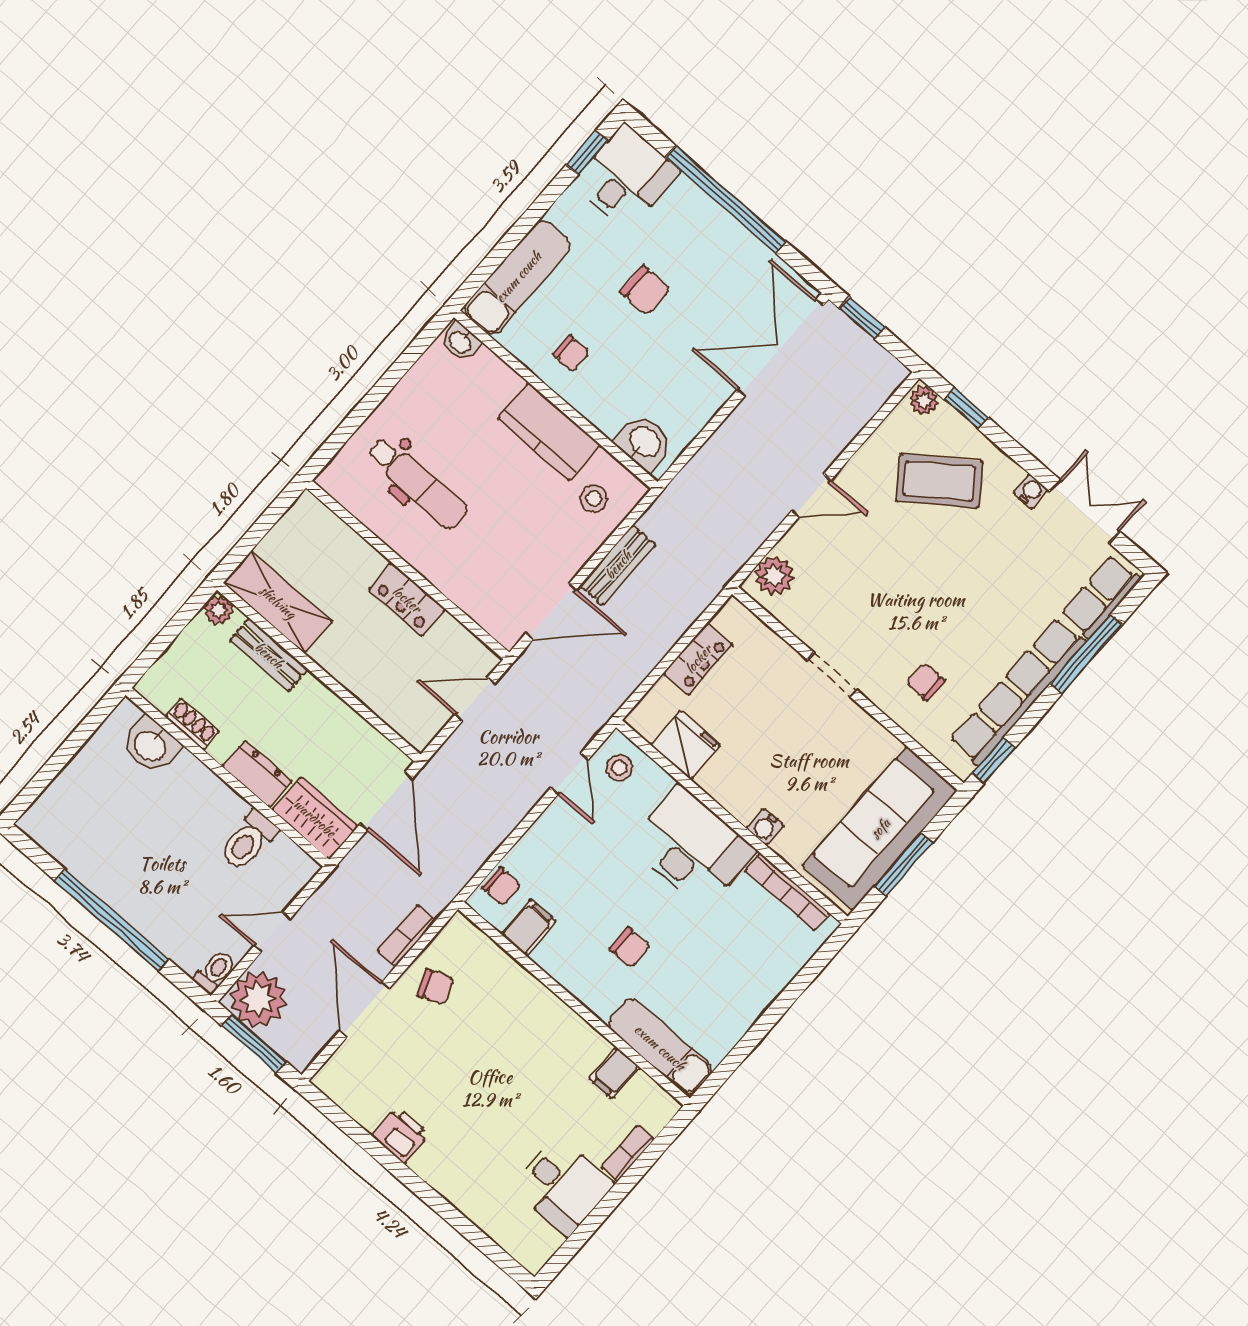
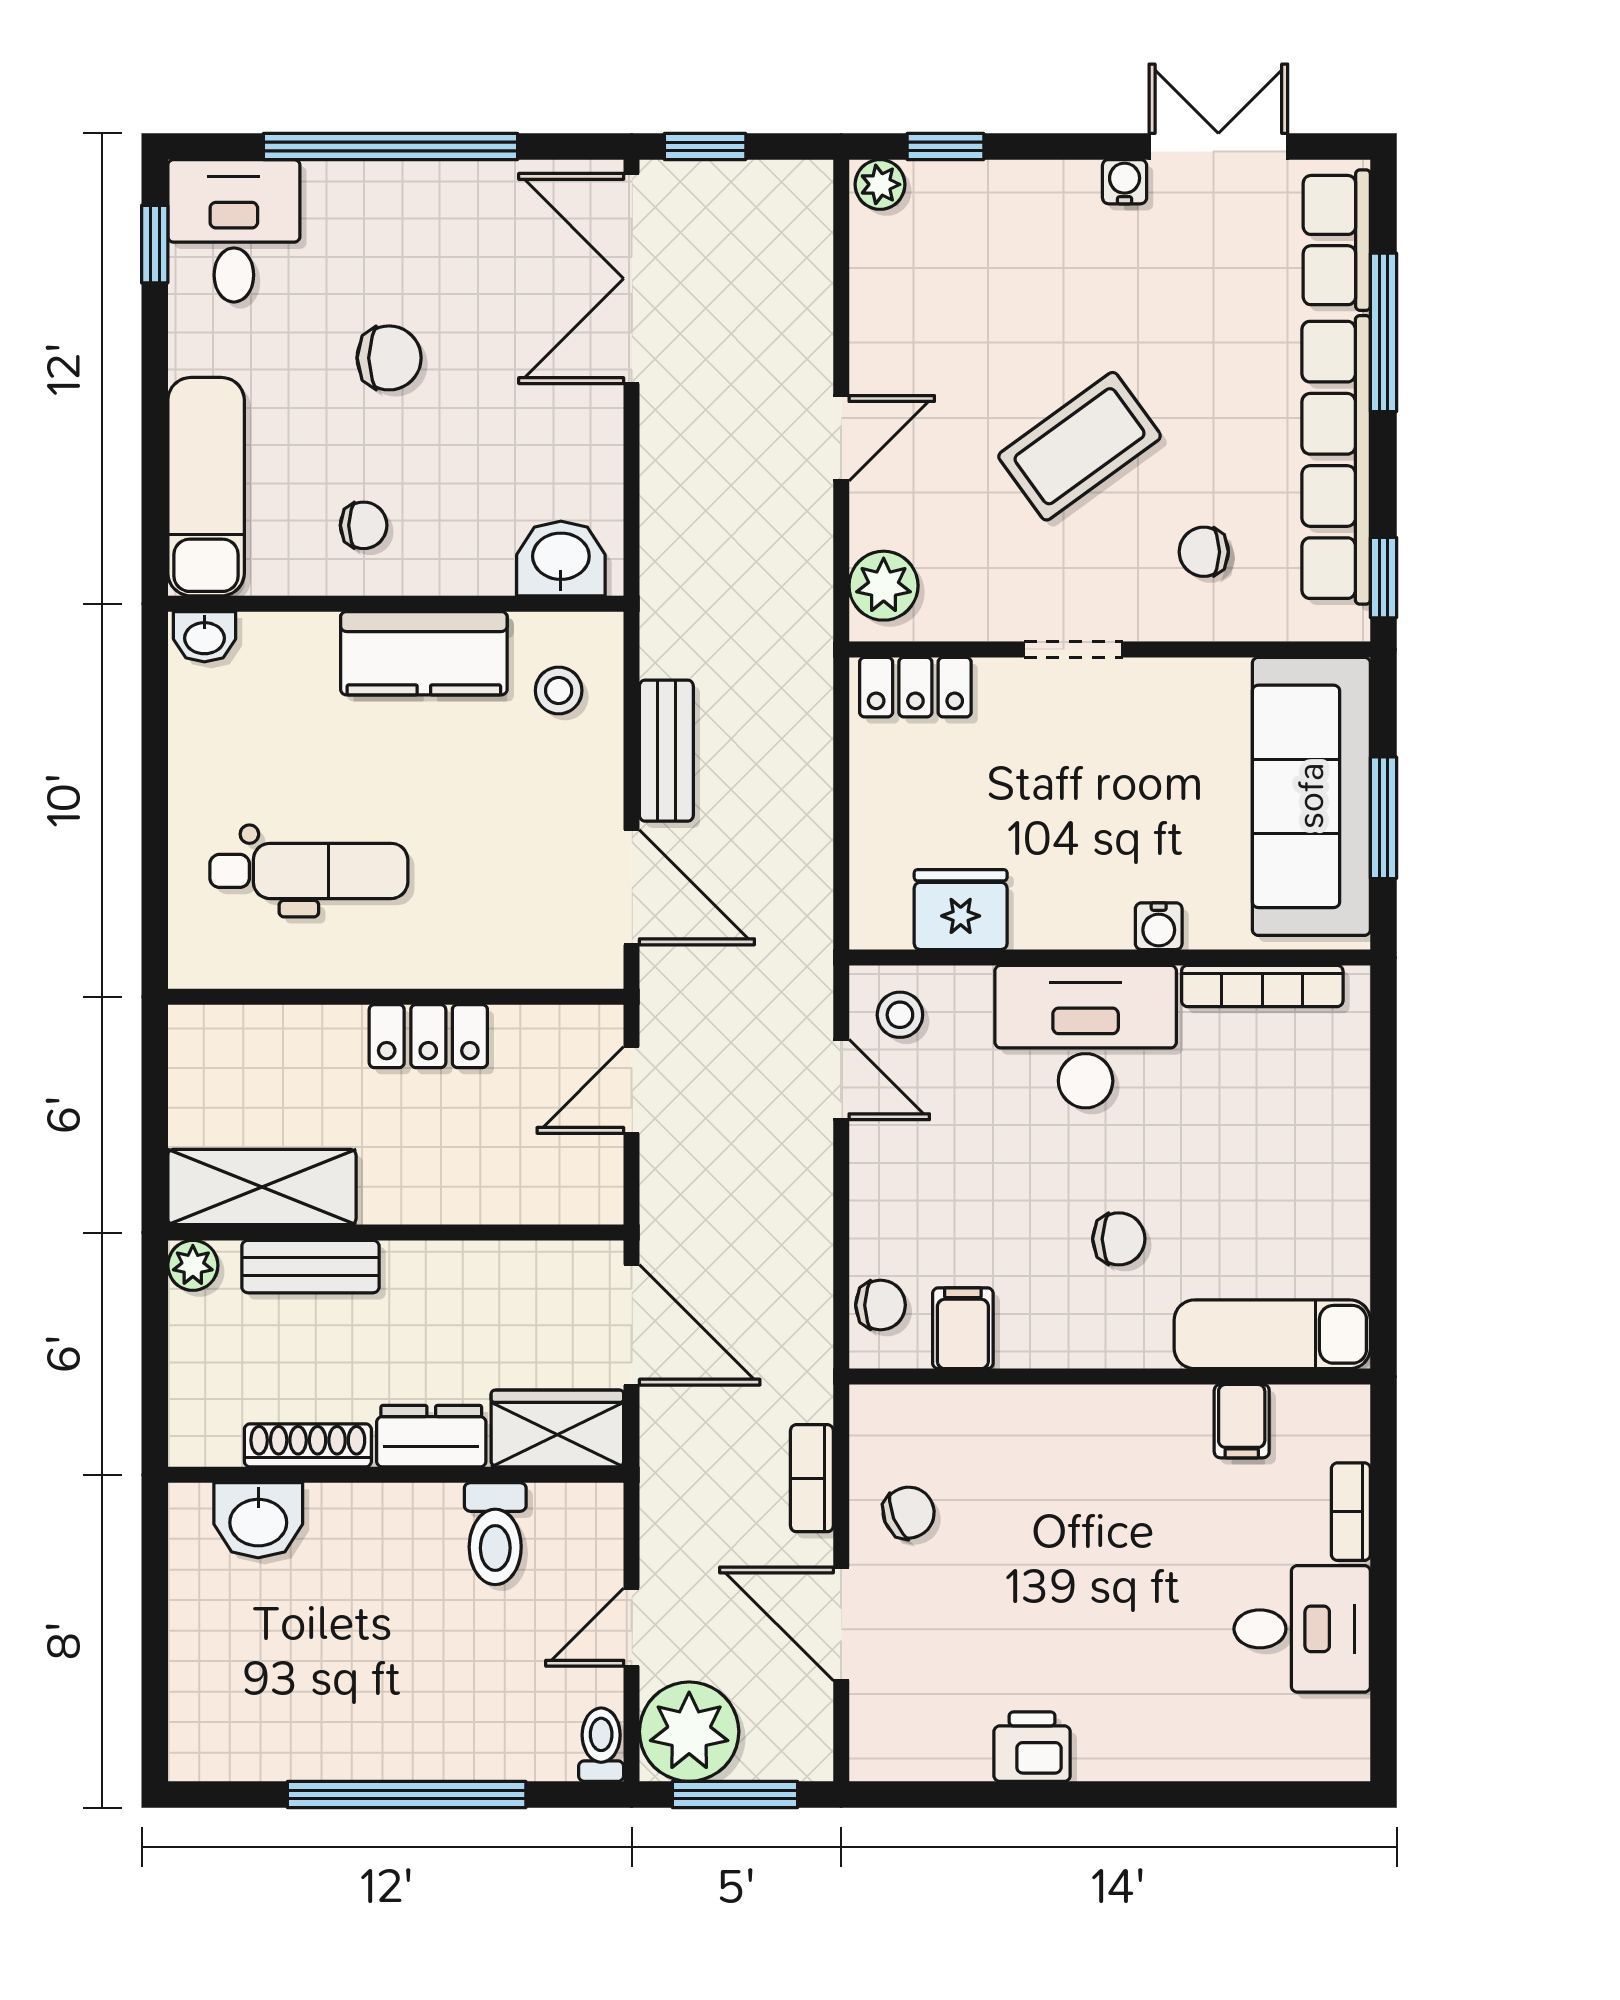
coffee table: (939, 481) -> (1080, 446), moved
door: (551, 611) -> (632, 887), hinge flipped
locker: (698, 659) -> (915, 687), moved, turned 90
shoe rack: (192, 724) -> (308, 1445), width x1.43

